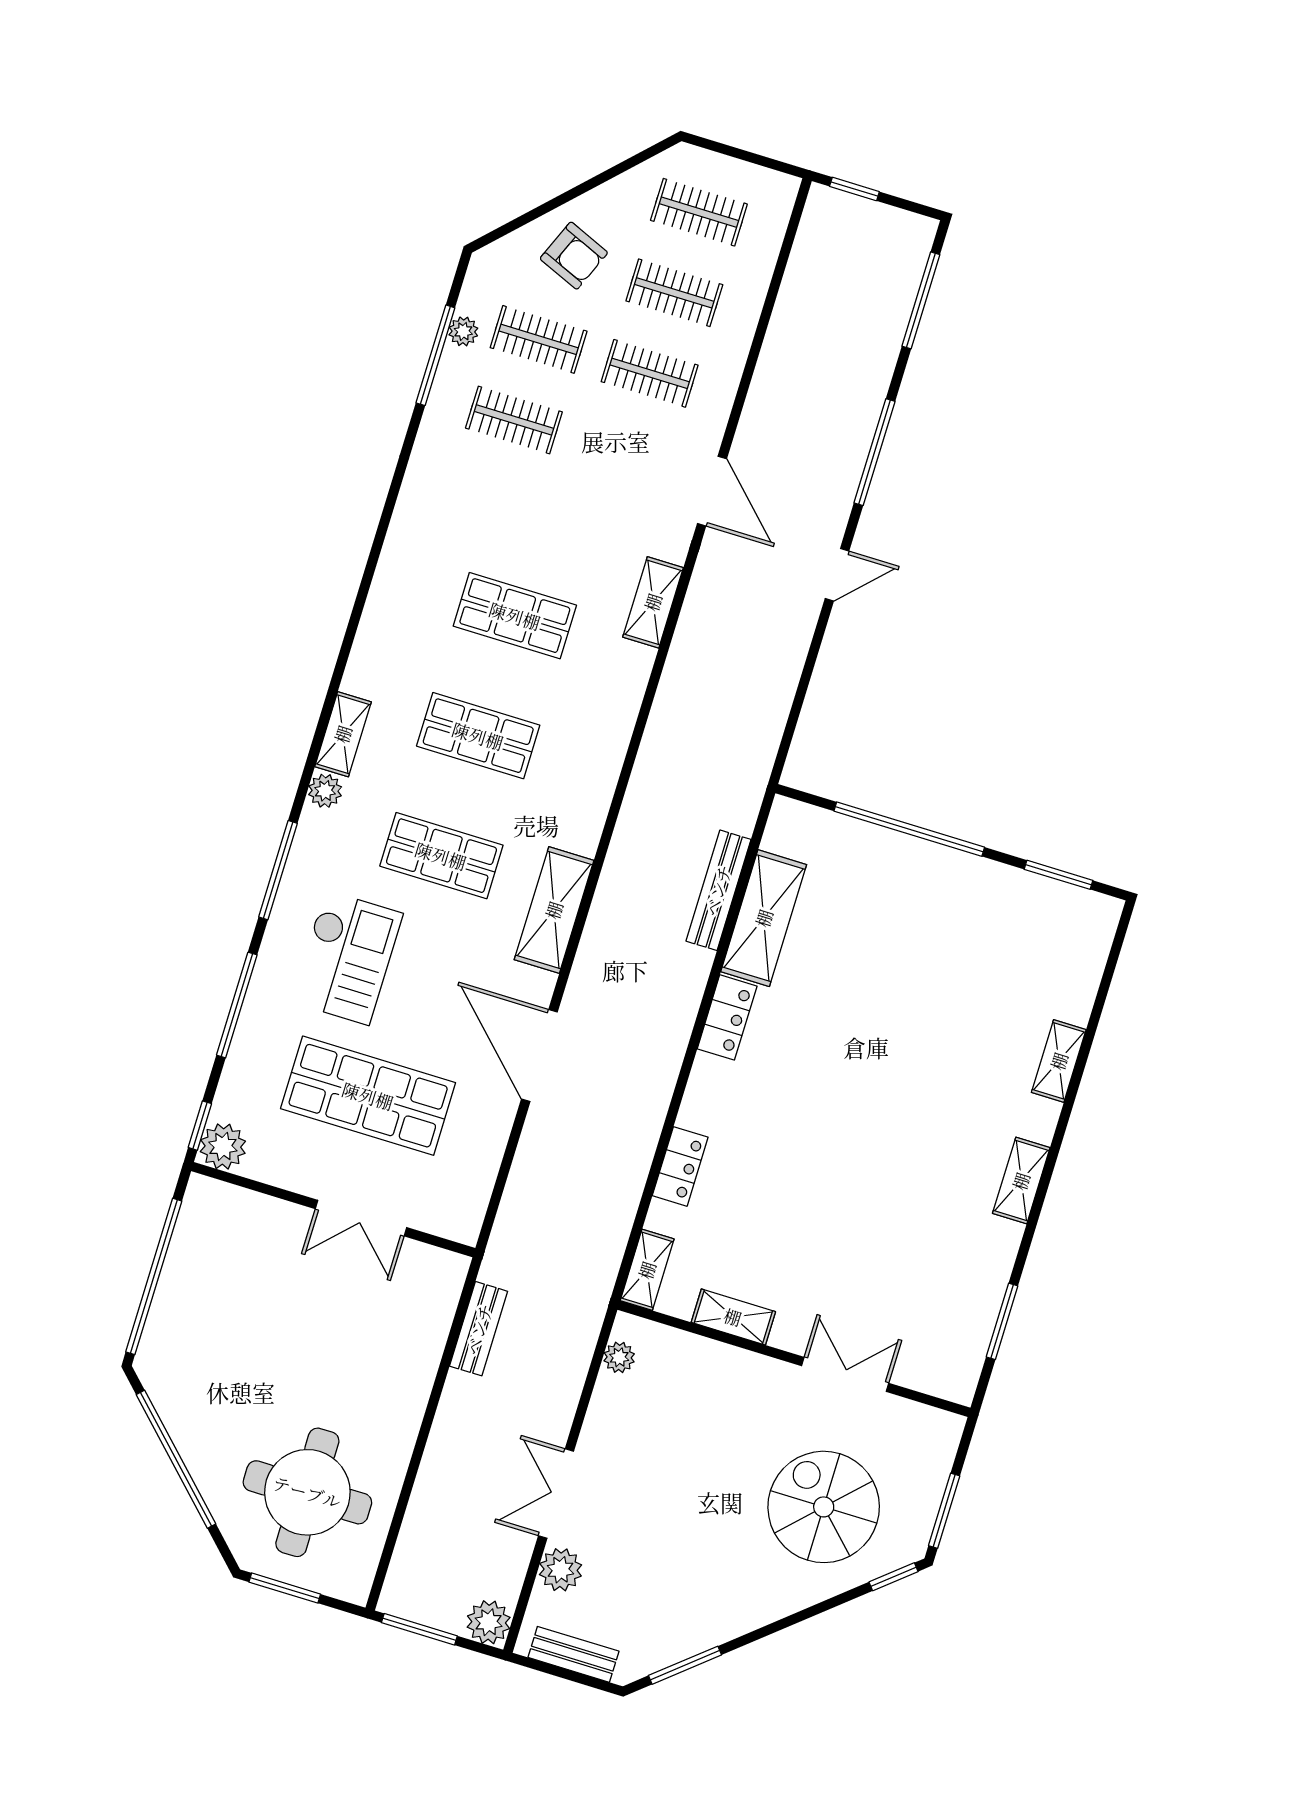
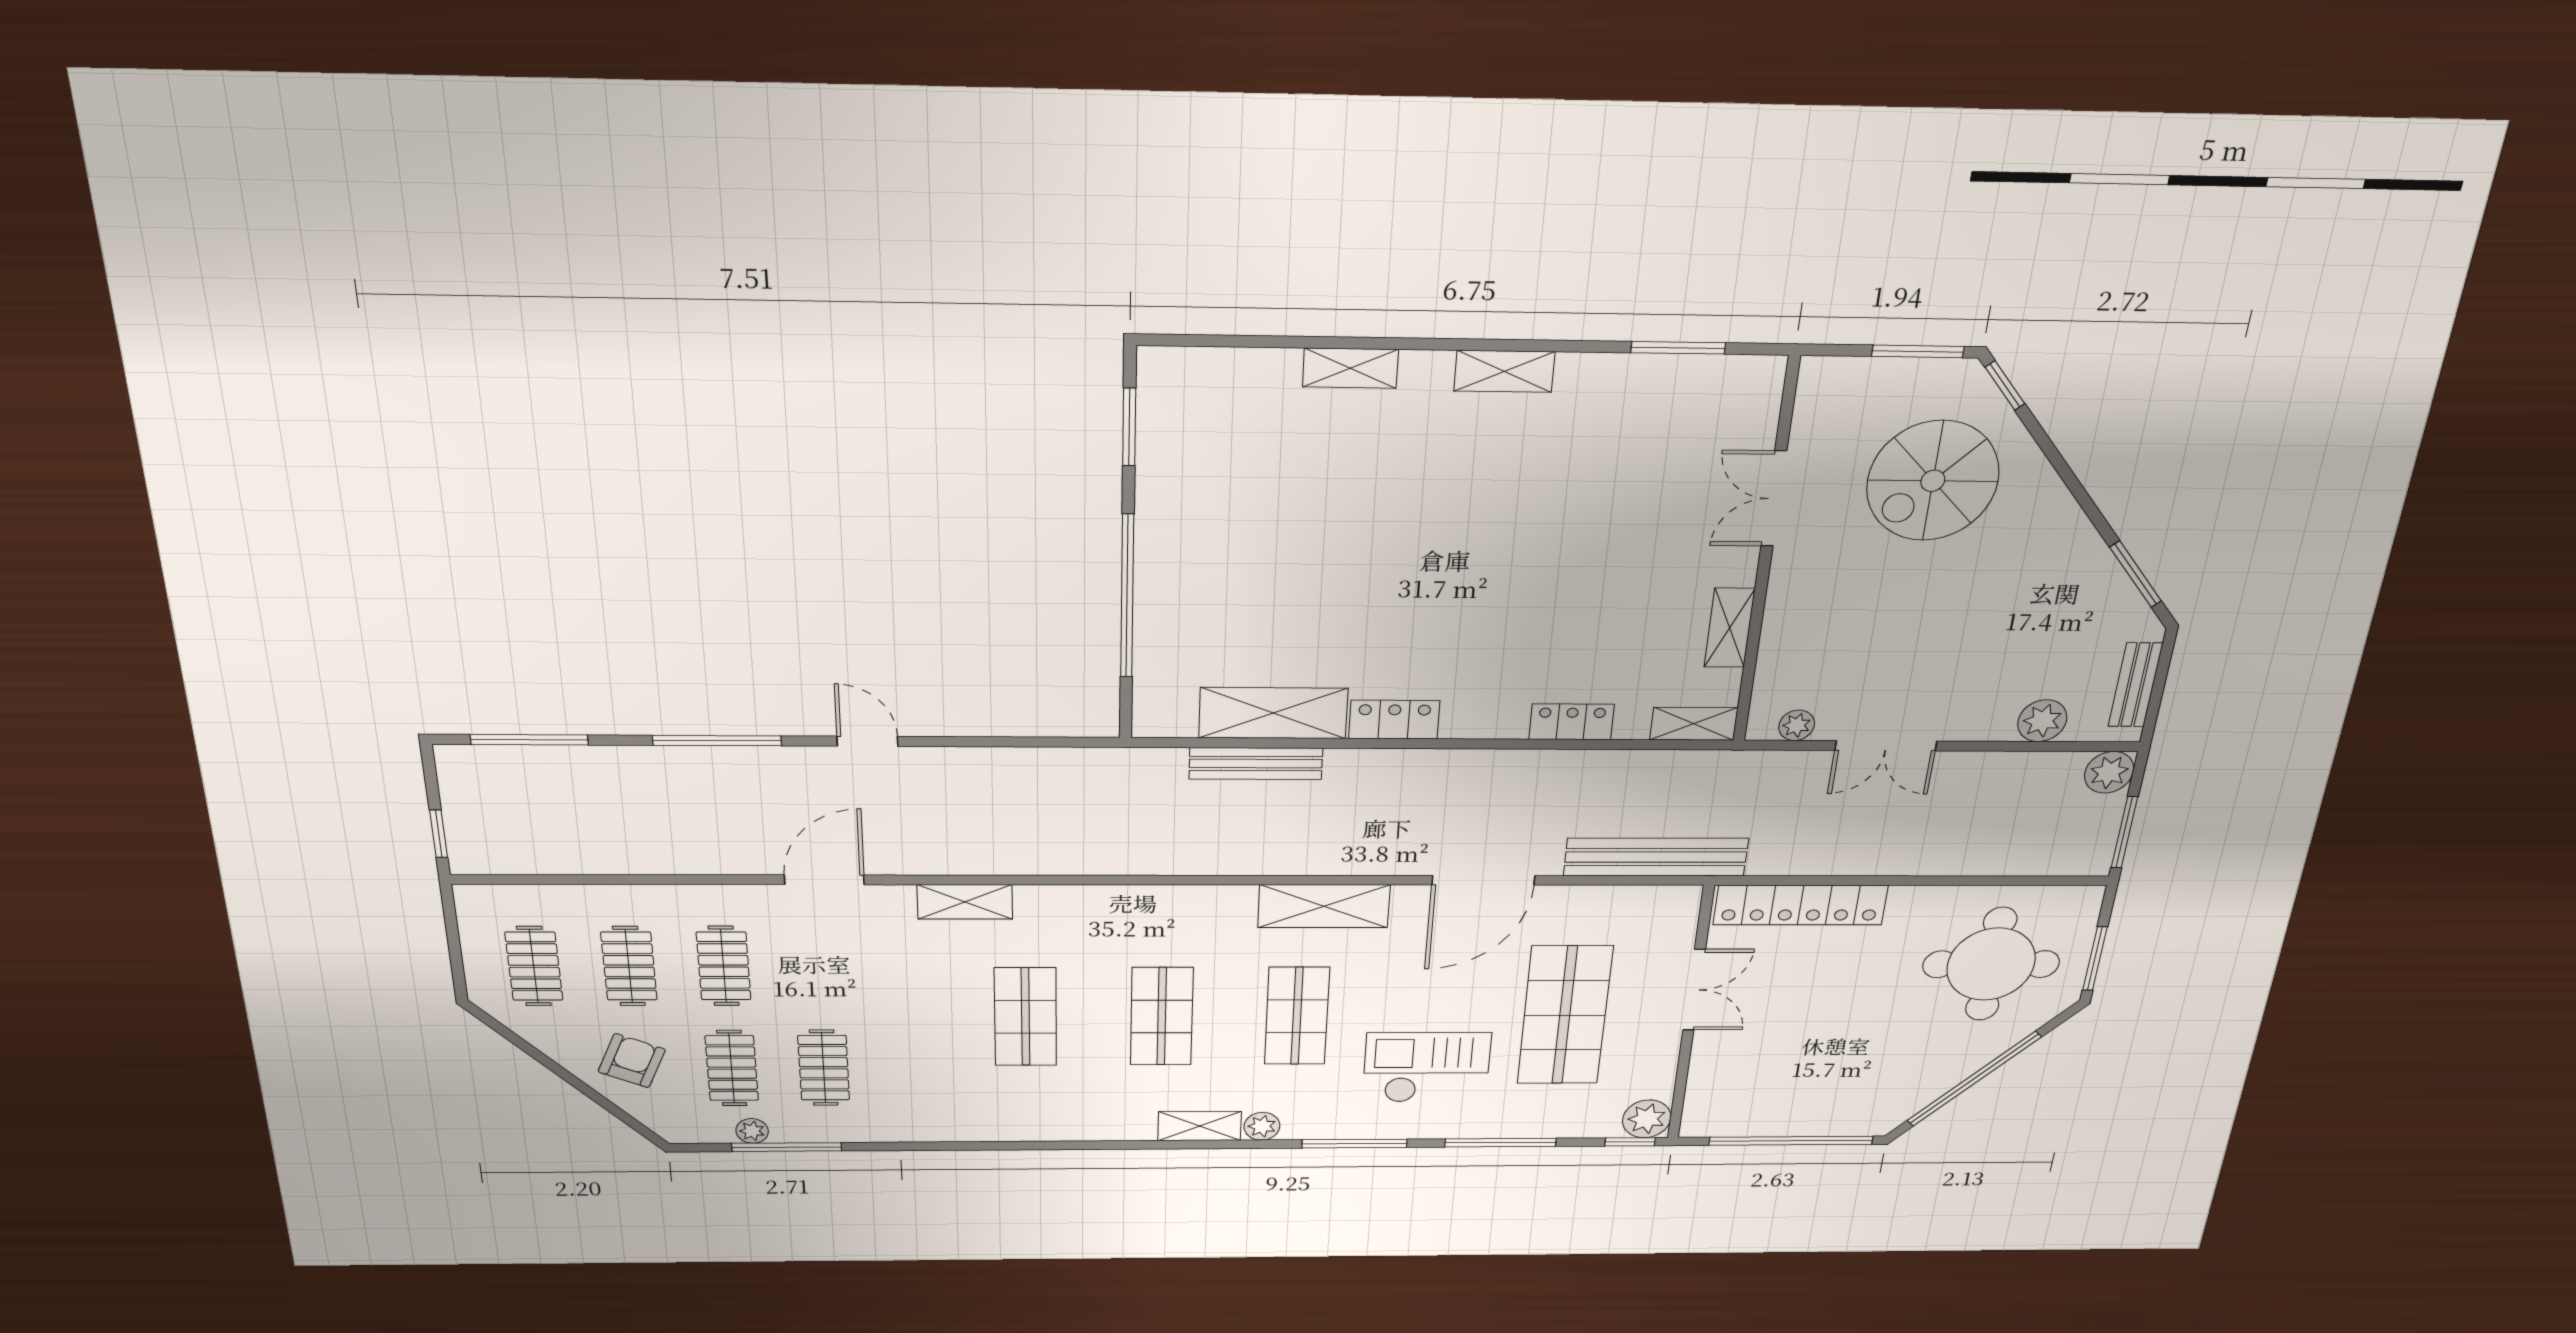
bench: (479, 1329) -> (1656, 857), moved, width x1.86, depth x1.21
locker: (427, 1330) -> (1800, 905), added
double door: (556, 1494) -> (1886, 746), moved

